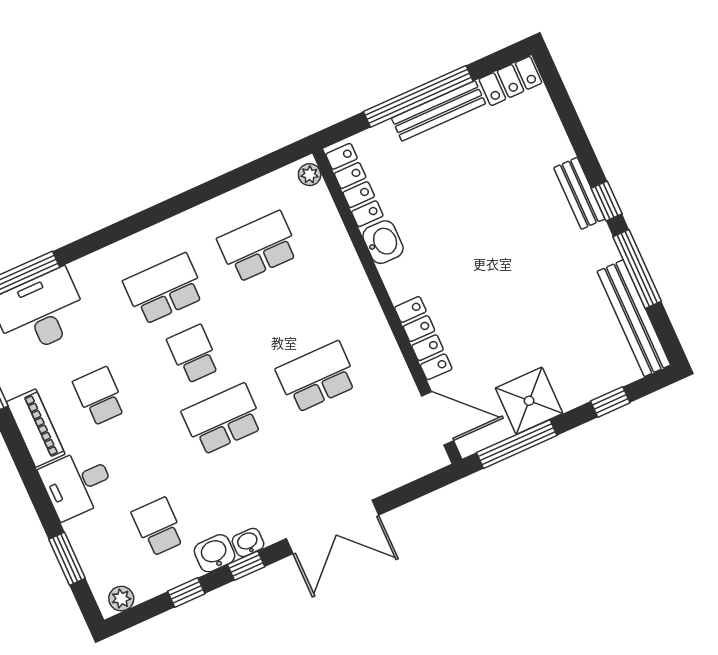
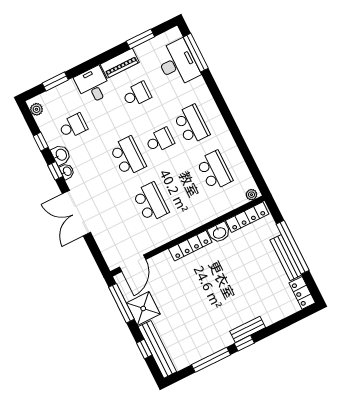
bench: (634, 318) -> (157, 349), moved, turned 90
locker: (423, 338) -> (190, 246), moved

